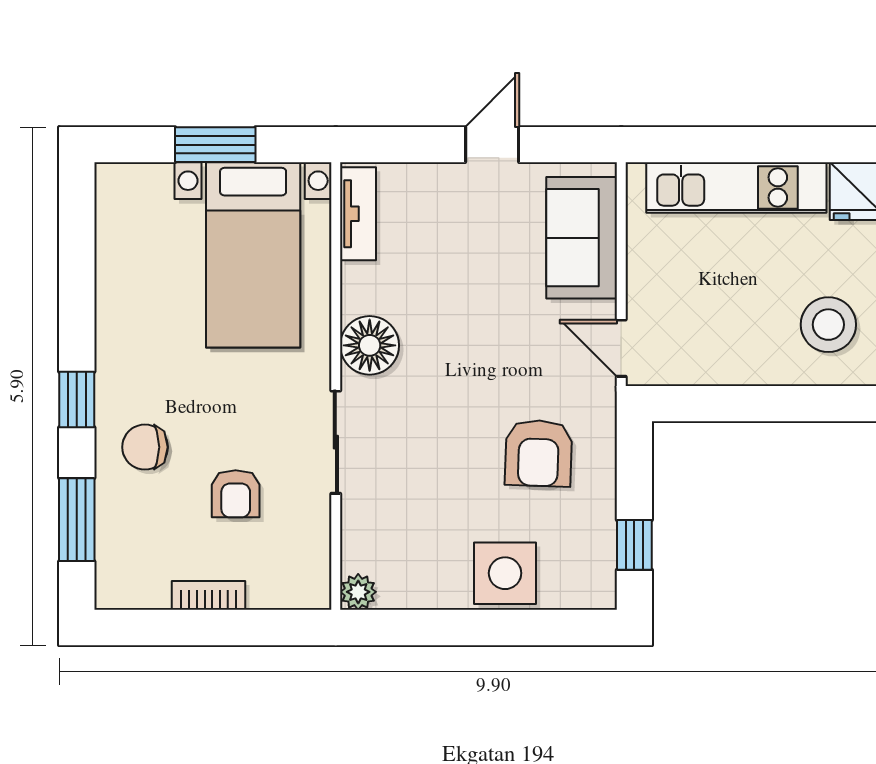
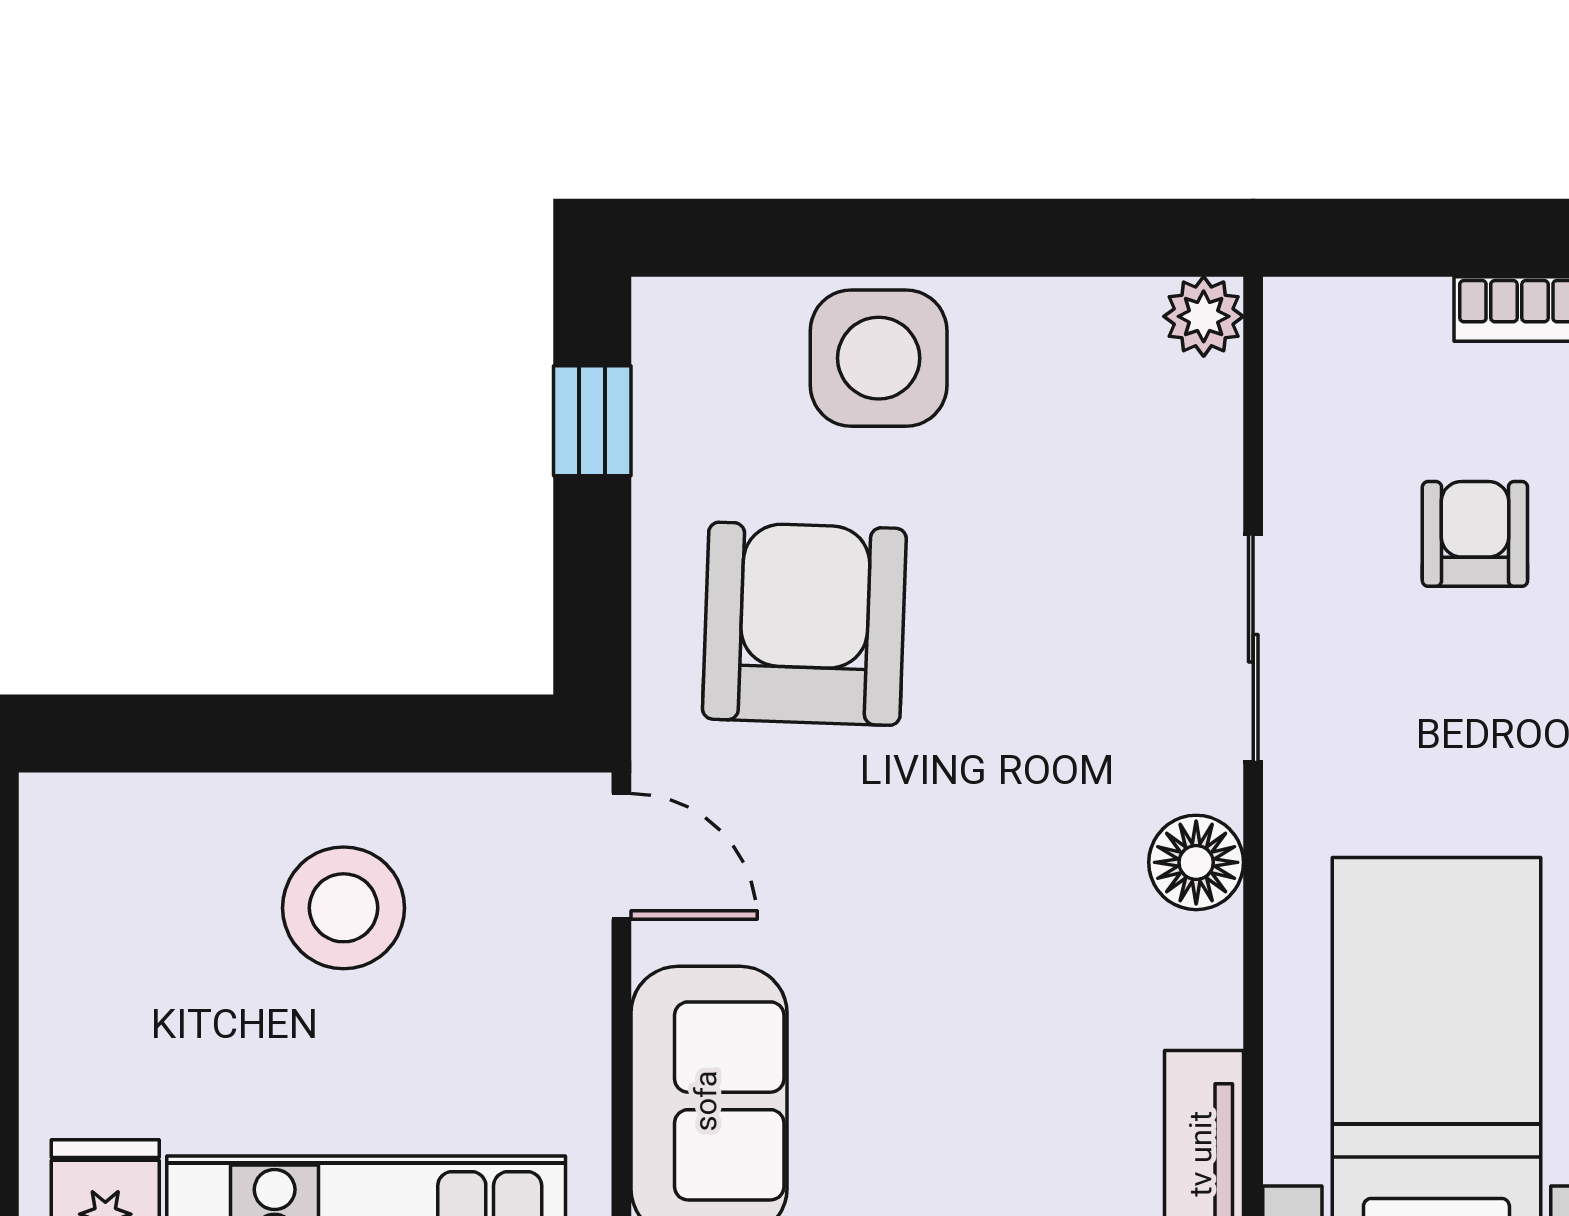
stool: (828, 325) -> (344, 908), moved
floor lamp: (370, 345) -> (1196, 862), width x0.73, depth x0.73
armchair: (539, 453) -> (804, 624), width x1.36, depth x1.36

